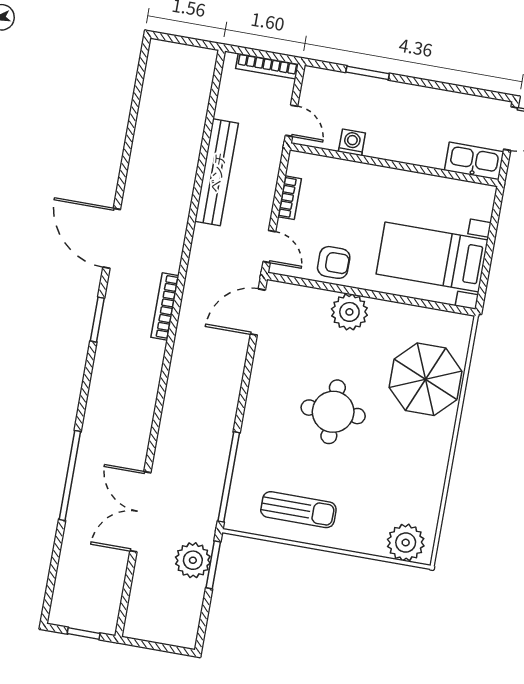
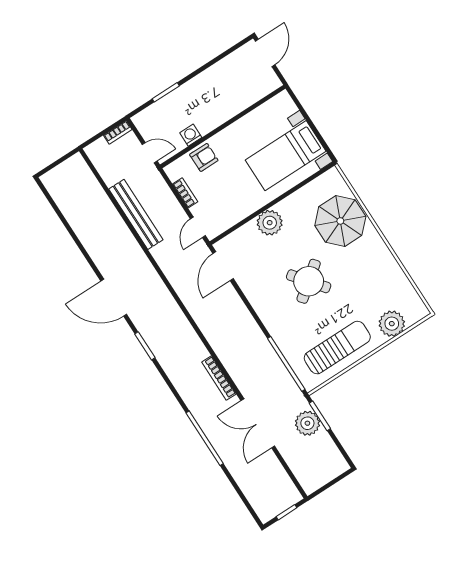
bookcase: (267, 66) -> (118, 132), width x0.64
kitchen sink: (474, 161) -> (262, 87), removed
door: (269, 247) -> (198, 227), swing flipped
armchair: (334, 262) -> (204, 157), moved
bookcase: (165, 306) -> (219, 378), moved
round table: (333, 412) -> (309, 281), turned -38
sun lounger: (298, 510) -> (337, 348), width x1.36, depth x1.34
plant: (406, 543) -> (392, 324), moved

